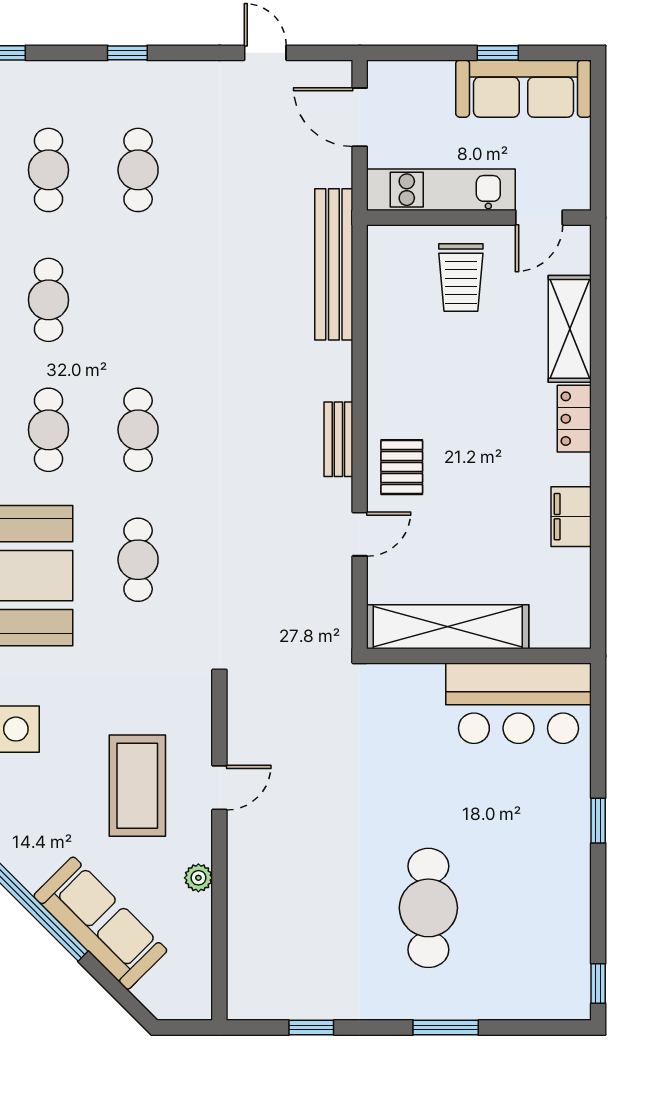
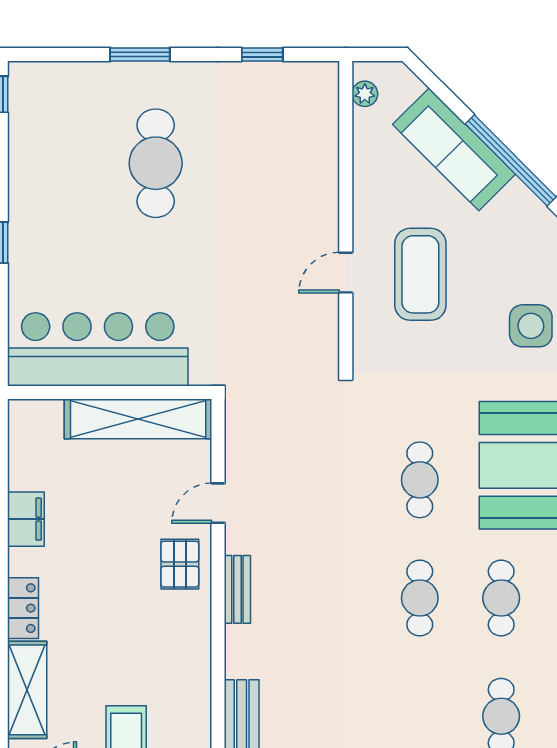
bar counter: (518, 703) -> (98, 349), width x1.36
plant: (198, 878) -> (365, 94), moved

